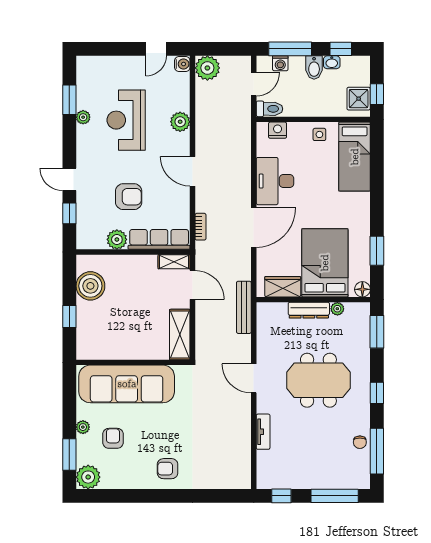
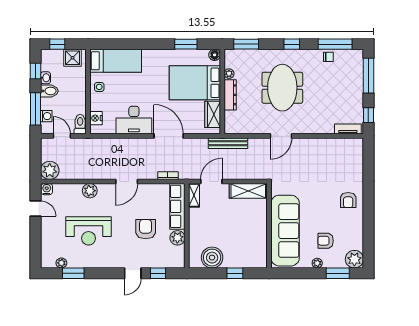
window: (377, 94) -> (57, 44), moved
plant: (83, 117) -> (61, 263), moved
tv unit: (263, 432) -> (348, 129), moved

